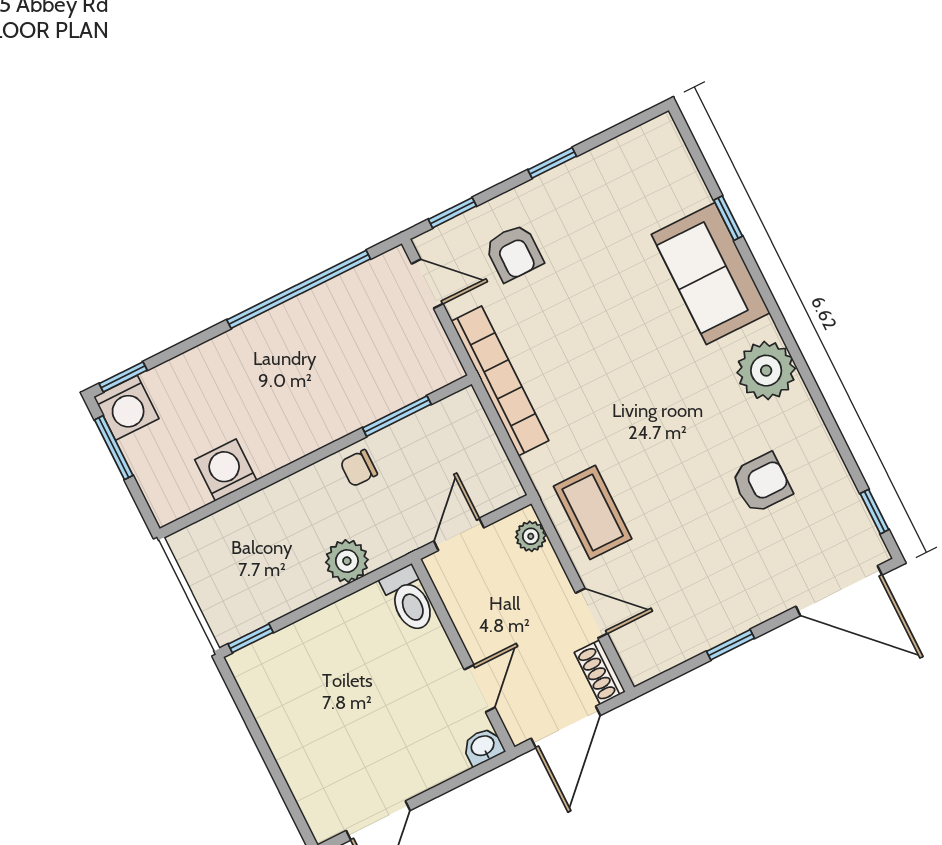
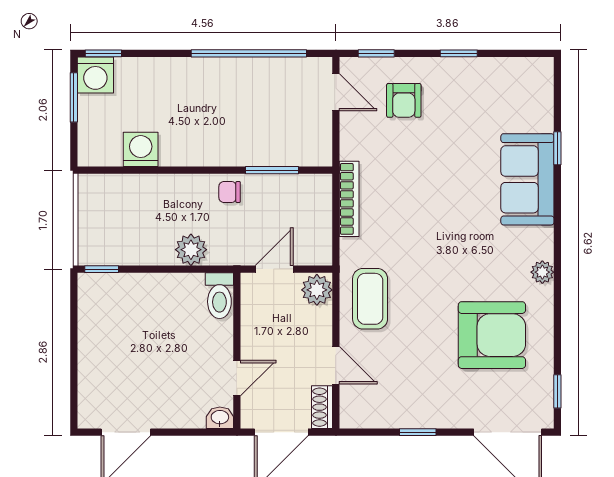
plant: (766, 371) -> (542, 272), width x0.53, depth x0.53
bookcase: (500, 381) -> (349, 199), width x0.68, depth x0.76
armchair: (762, 483) -> (492, 335), width x1.88, depth x1.88
plant: (531, 536) -> (317, 290), width x1.38, depth x1.38

